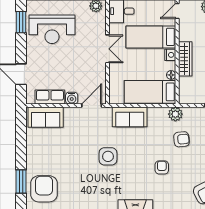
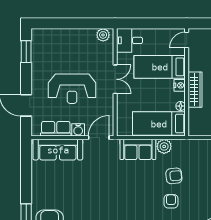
reception desk: (52, 29) -> (72, 89), moved
plant: (175, 114) -> (164, 146), moved
sofa: (46, 117) -> (58, 150), width x1.36
armchair: (182, 139) -> (174, 176), moved
side table: (108, 156) -> (116, 190), removed

